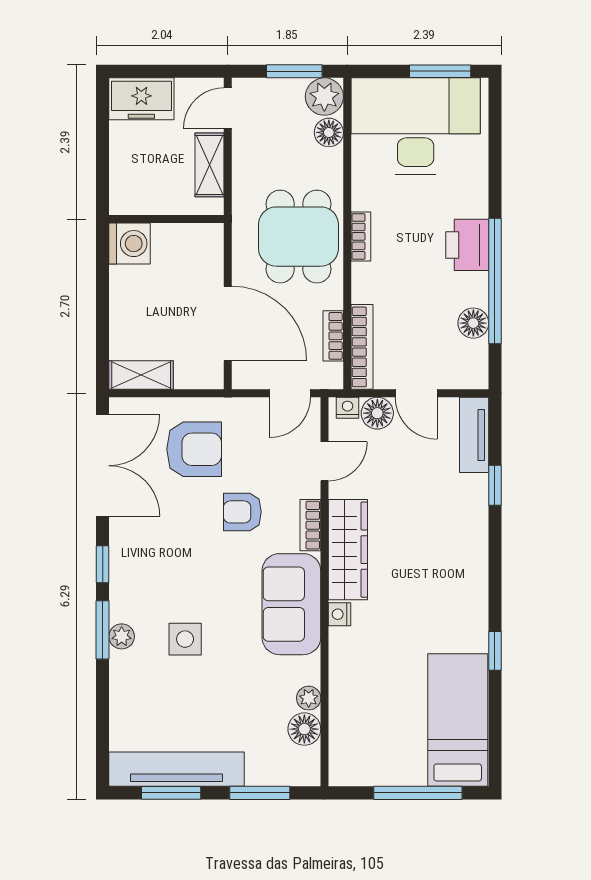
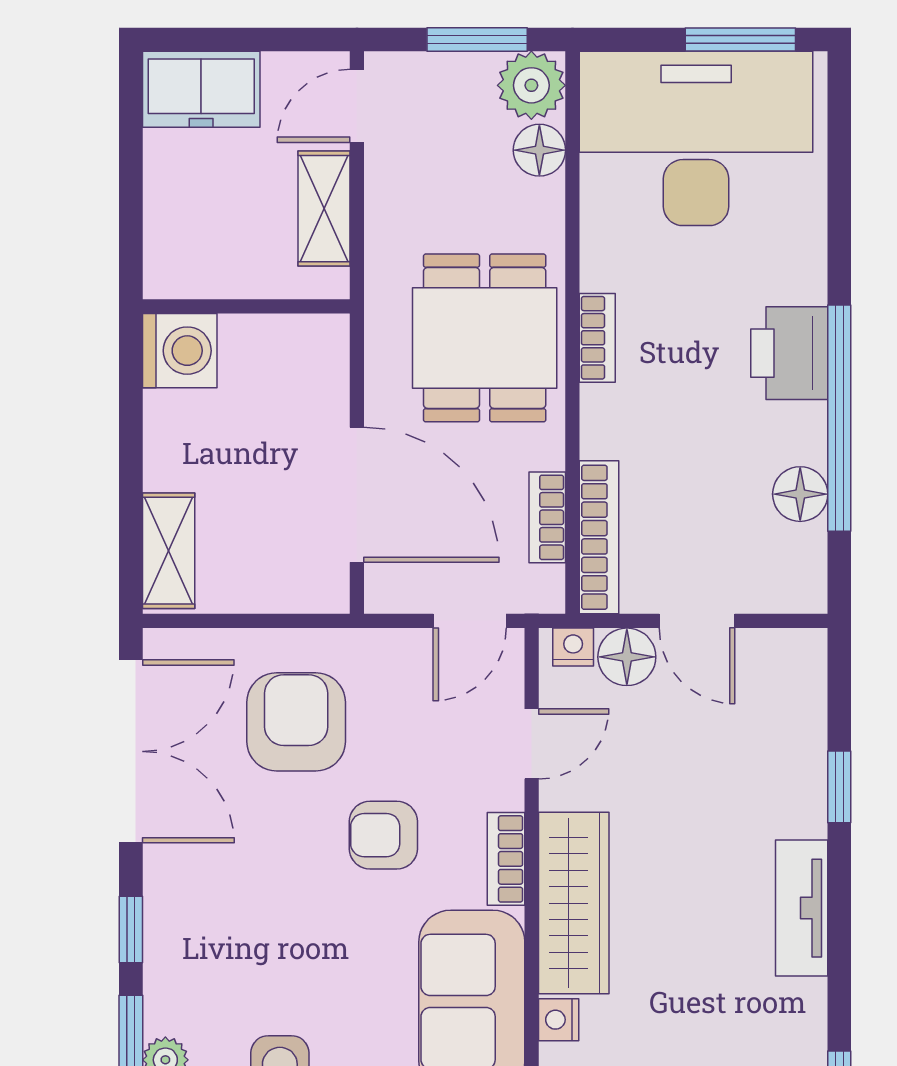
shelving: (141, 375) -> (169, 551), moved, turned 90
tv unit: (474, 435) -> (802, 908), moved
armchair: (194, 449) -> (296, 722), turned -90

